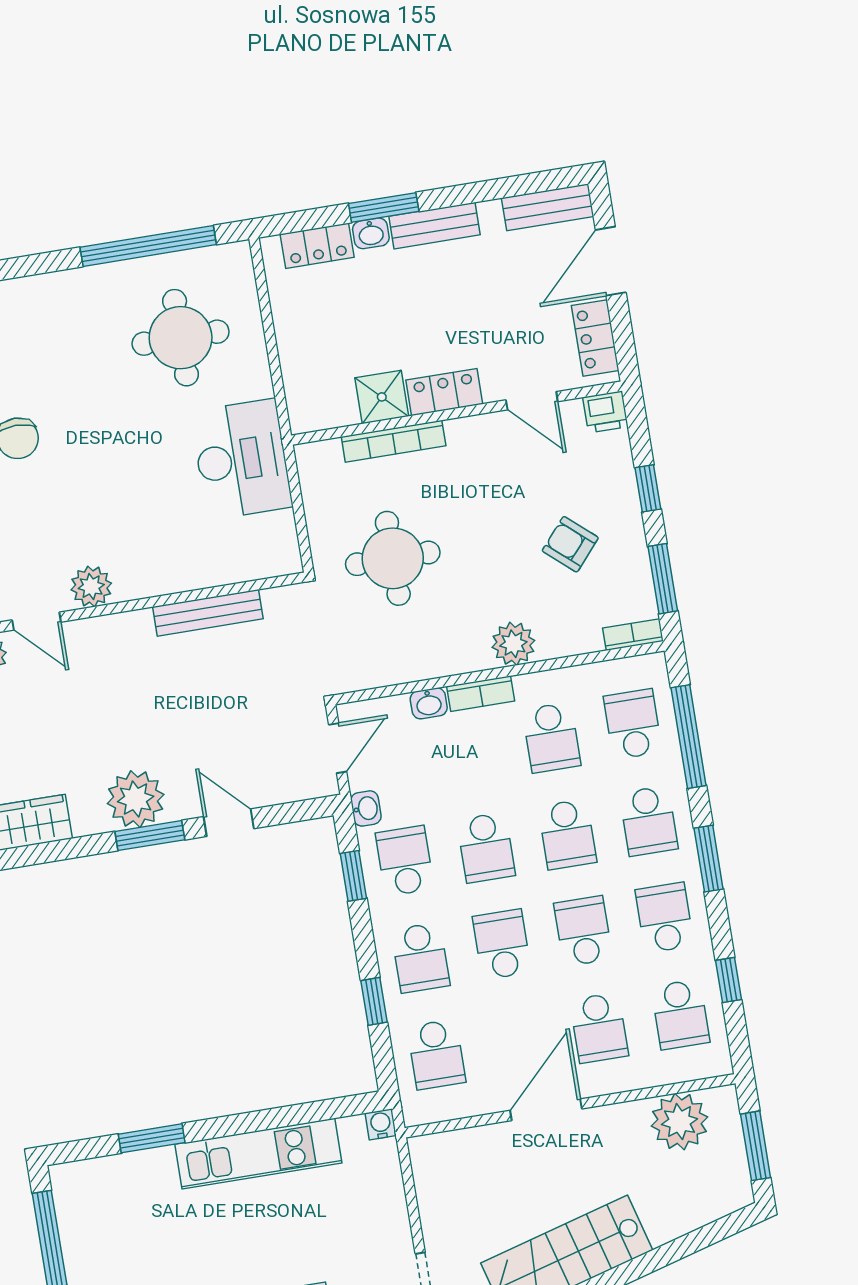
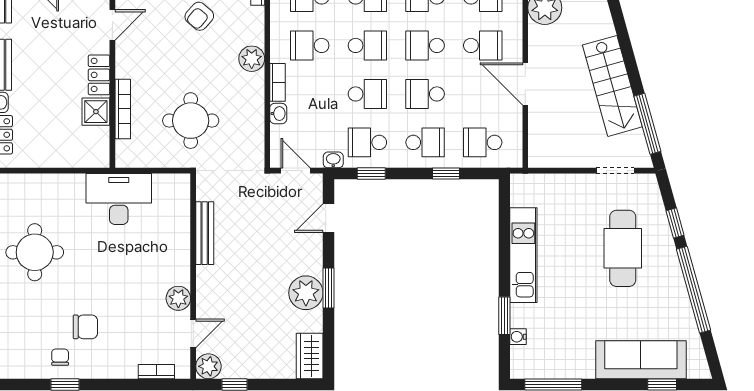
round table: (181, 338) -> (35, 252), moved
school desk: (552, 738) -> (310, 45), turned 180
door: (229, 823) -> (328, 218), moved
school desk: (436, 1054) -> (483, 142), turned 180
water cooler: (381, 1124) -> (518, 337), moved

